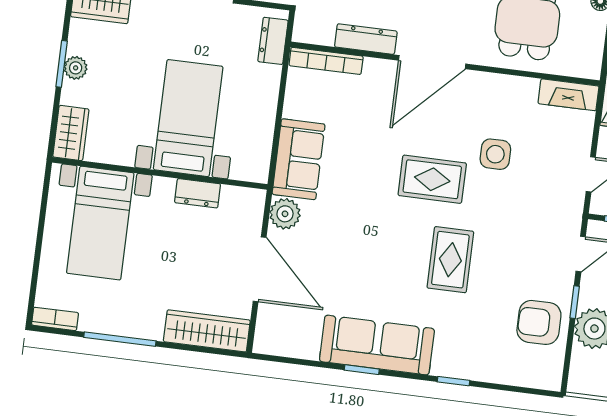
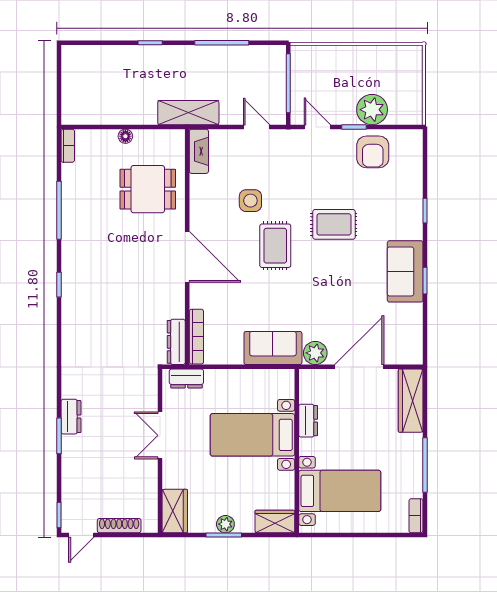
dresser: (366, 39) -> (176, 342), moved
sofa: (377, 345) -> (405, 271), width x0.73

